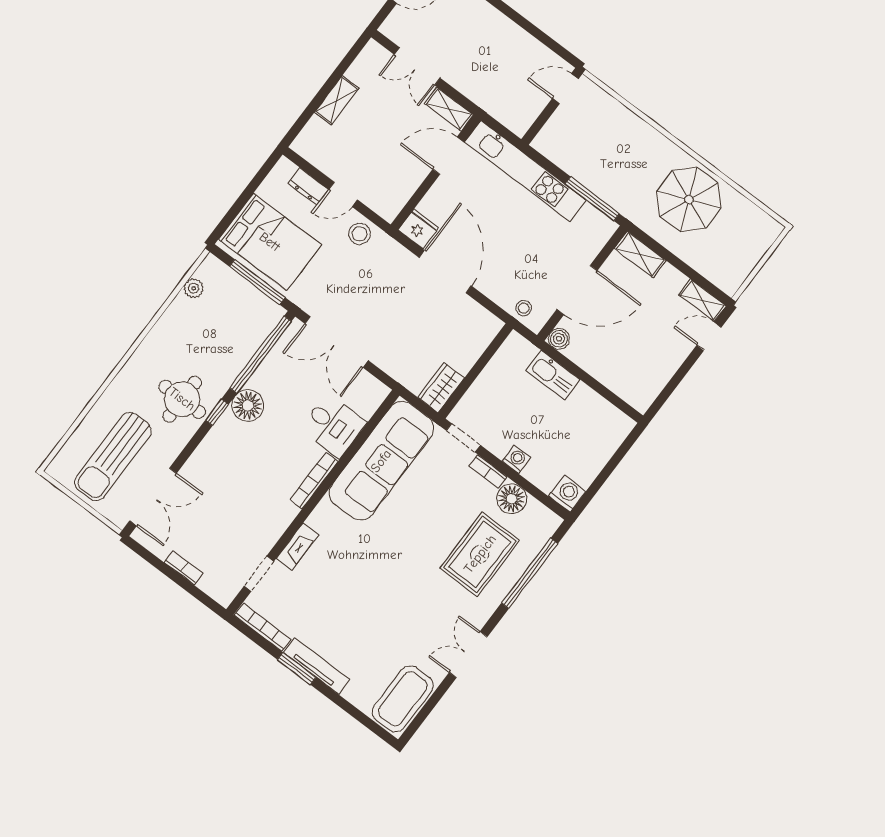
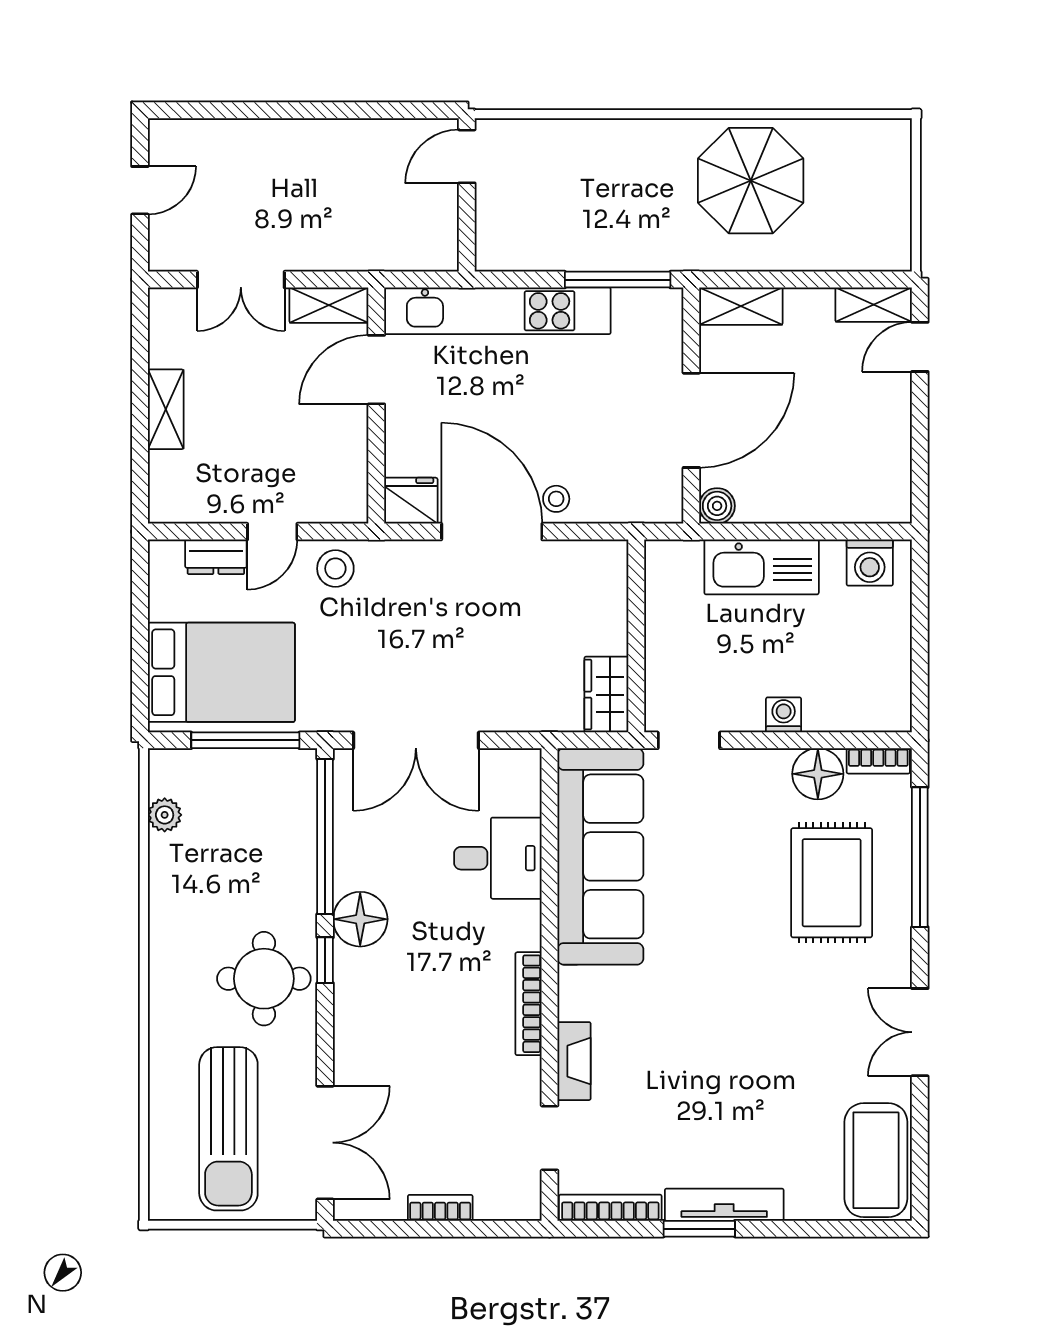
stool: (524, 308) -> (556, 499), moved
kitchen sink: (553, 375) -> (762, 567), width x1.36, depth x1.24
bookcase: (488, 472) -> (878, 761), moved
bookcase: (314, 481) -> (529, 1004), moved
washing machine: (567, 494) -> (870, 563), moved, turned 180

